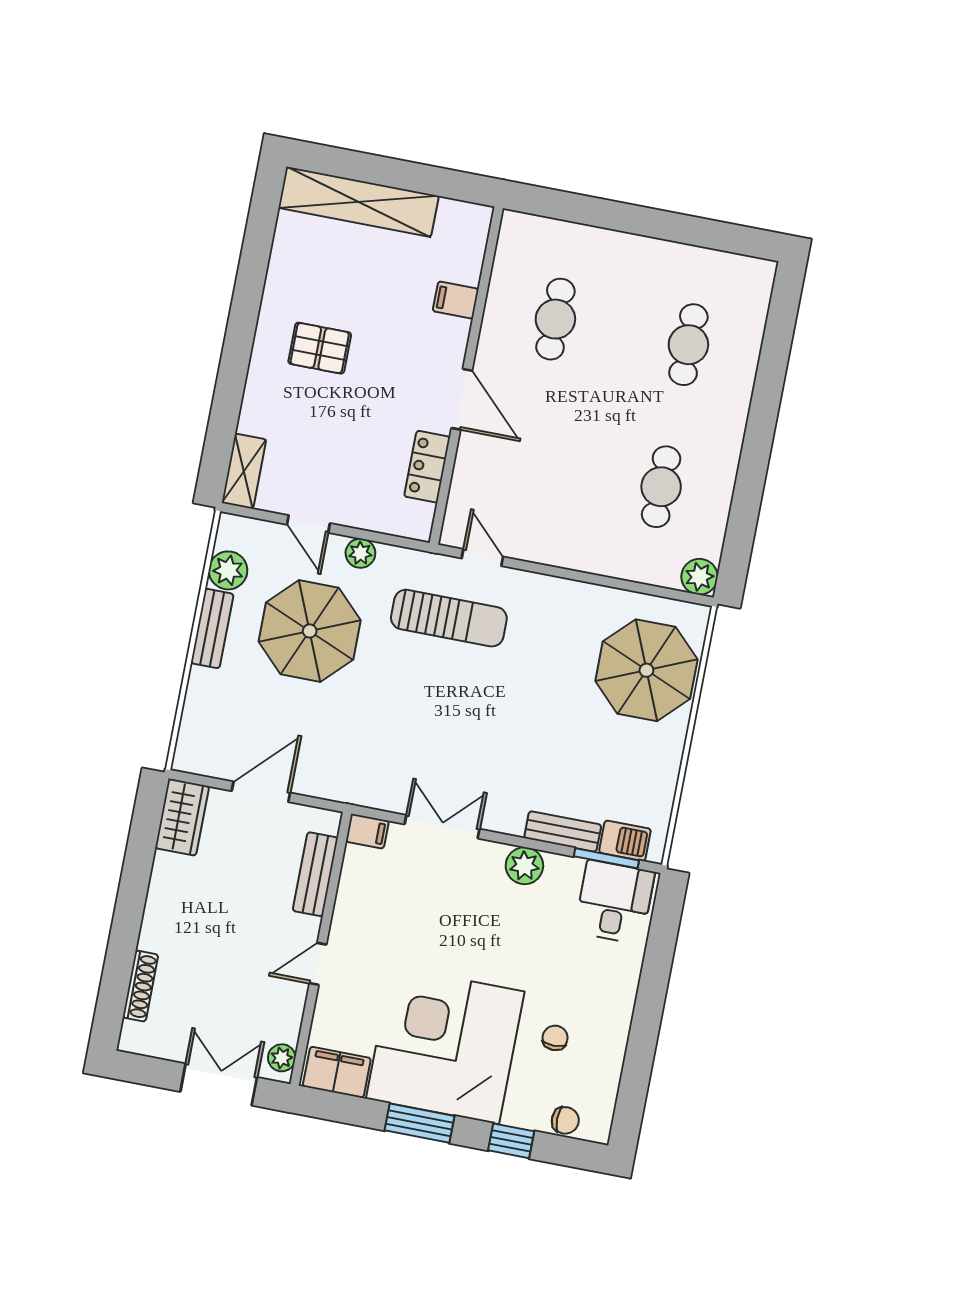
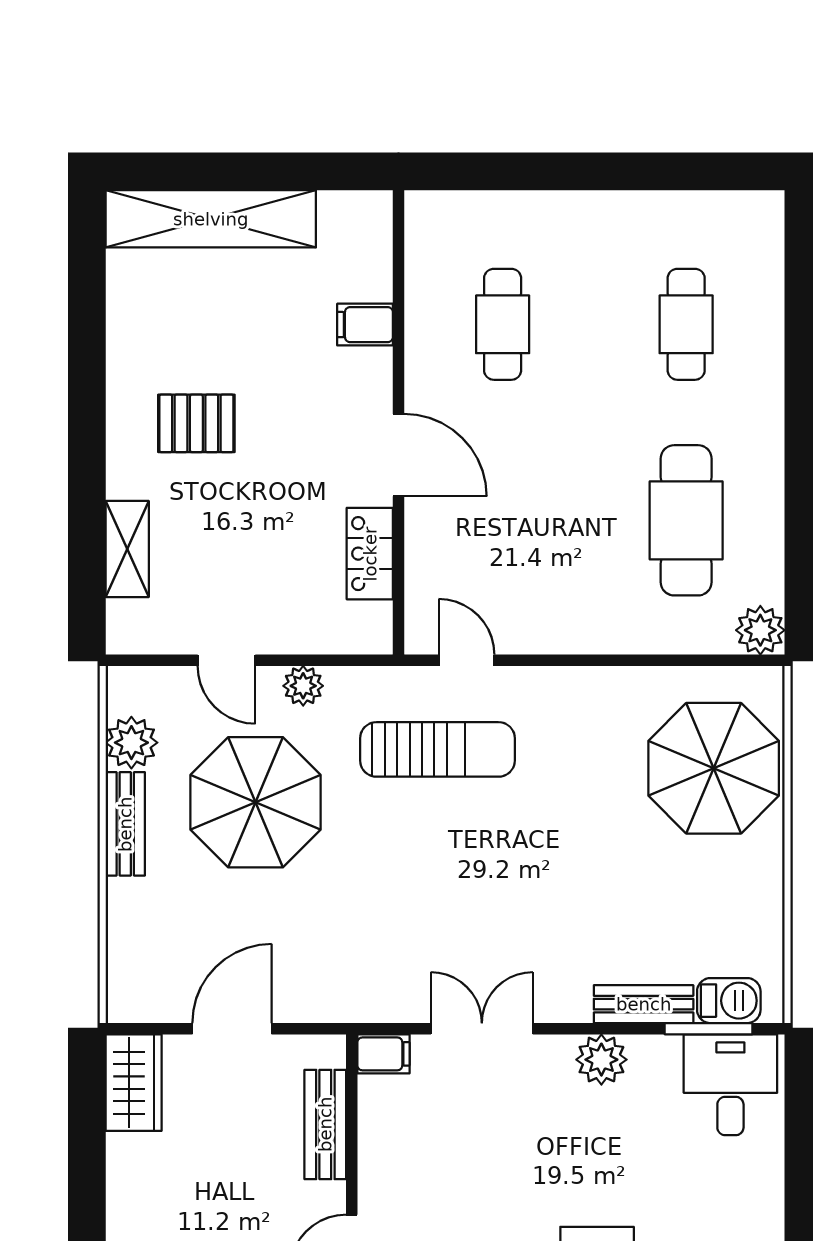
shelving: (244, 471) -> (127, 549), moved
cafe table: (661, 487) -> (686, 520), width x1.37, depth x1.35

